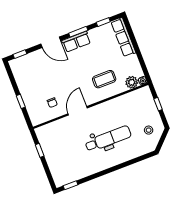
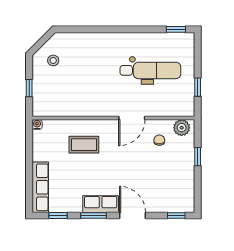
plant: (132, 82) -> (182, 128), moved
dental chair: (108, 139) -> (150, 70), moved, turned 180

